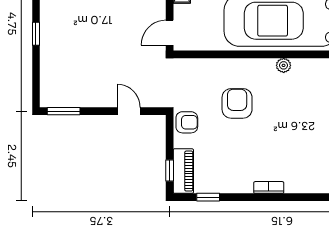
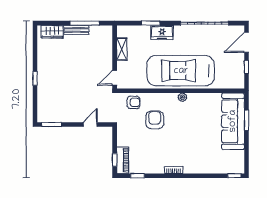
door: (129, 111) -> (90, 124), hinge flipped
armchair: (187, 122) -> (133, 102), moved

